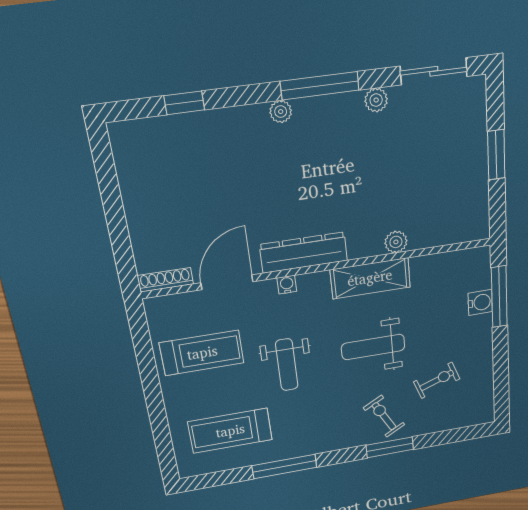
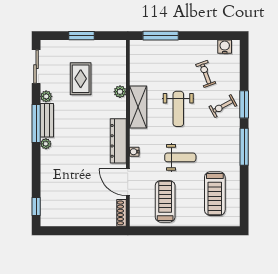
window: (184, 103) -> (36, 206), moved
bench: (328, 108) -> (47, 120), added
rug: (415, 165) -> (81, 79), added
water cooler: (480, 302) -> (225, 47), moved
window: (284, 466) -> (244, 147), moved

